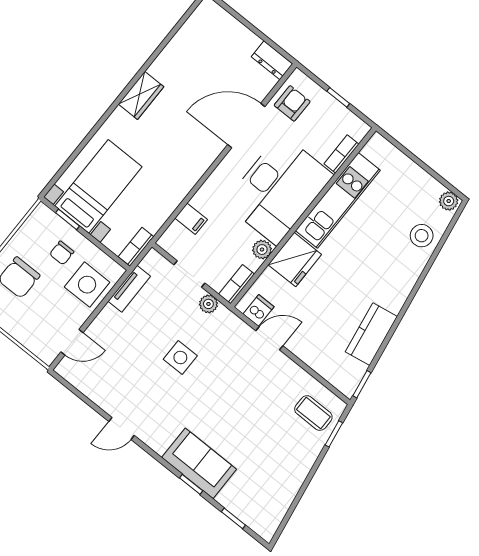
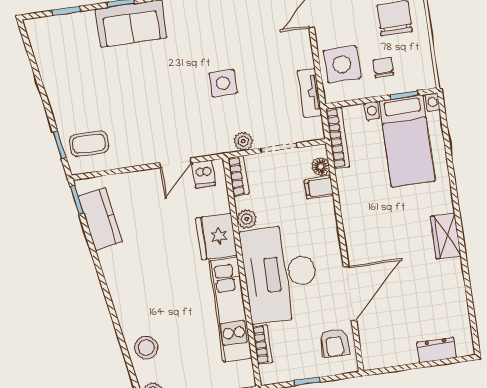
dresser: (272, 60) -> (437, 350), moved
floor lamp: (175, 231) -> (321, 167), added
bookcase: (136, 247) -> (338, 138), width x1.56
kitchen counter: (371, 334) -> (100, 219), moved

